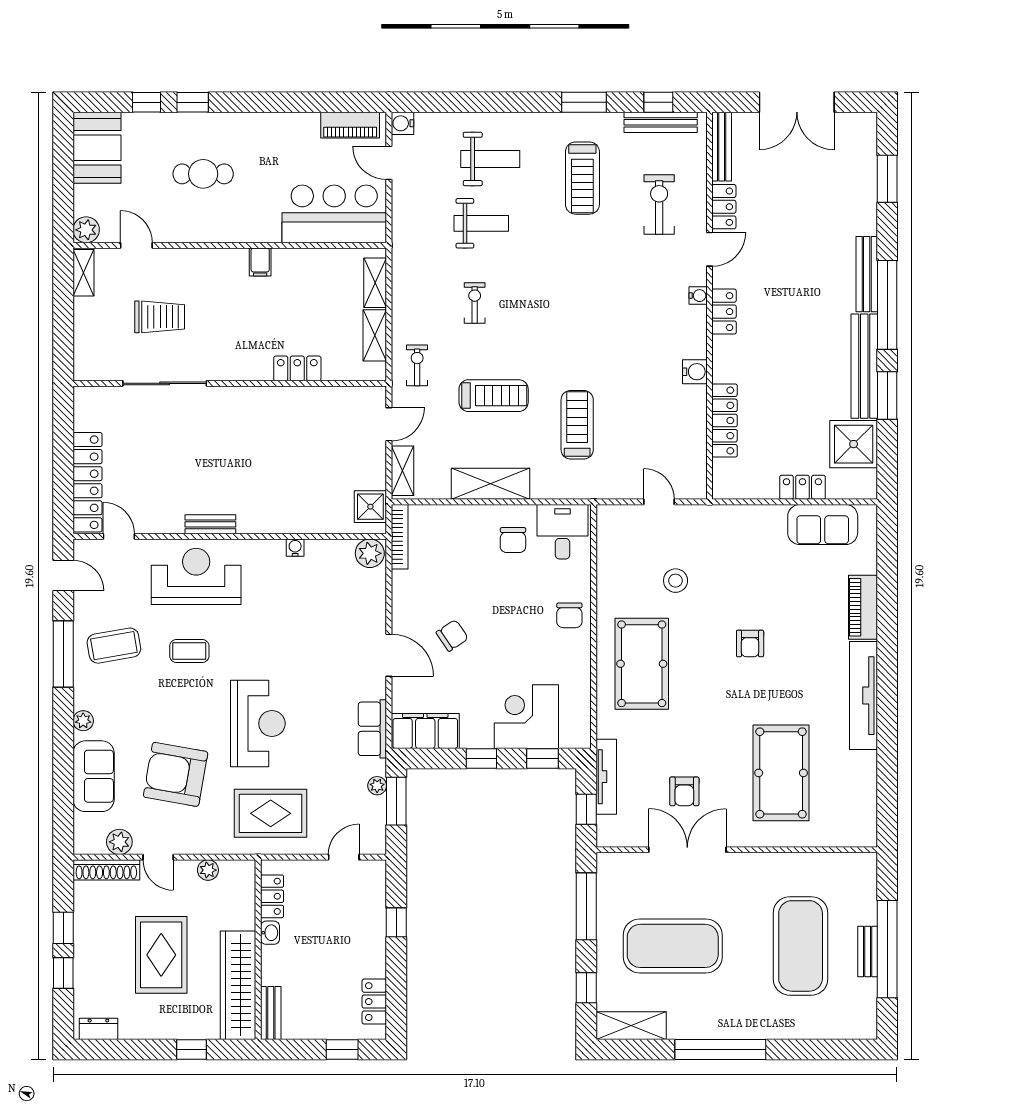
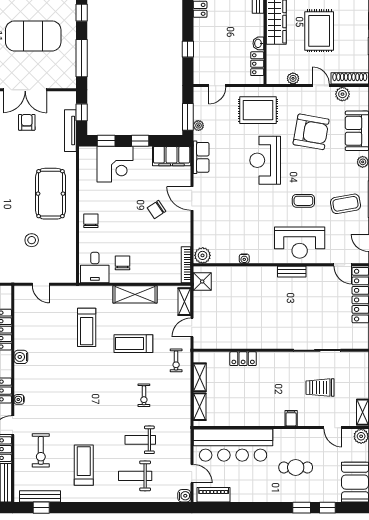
window: (584, 102) -> (83, 508), removed
bar counter: (334, 214) -> (233, 445), width x1.36
filing cabinet: (260, 262) -> (291, 418), moved

